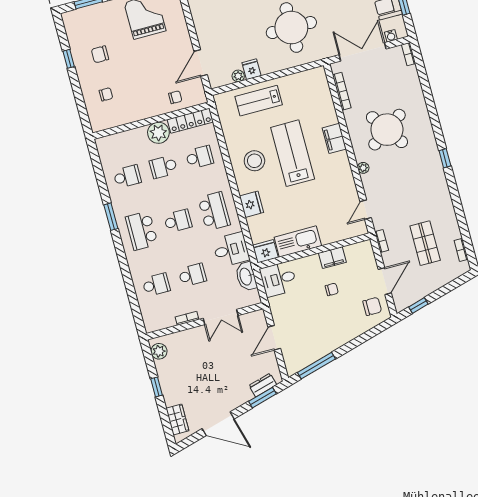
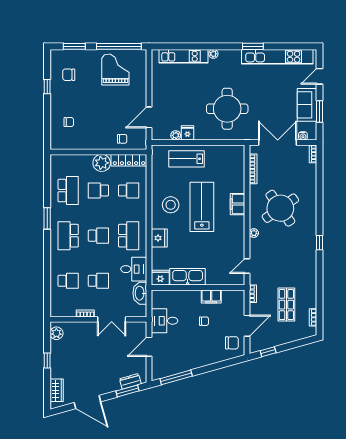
chair: (100, 54) -> (69, 75), moved
school desk: (127, 177) -> (68, 191), width x1.85
desk: (278, 279) -> (165, 321), moved

